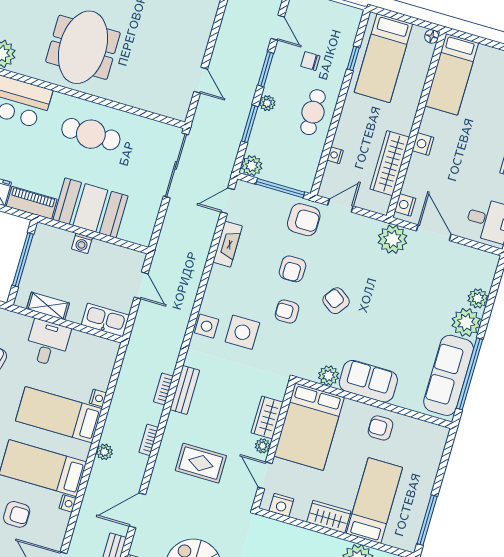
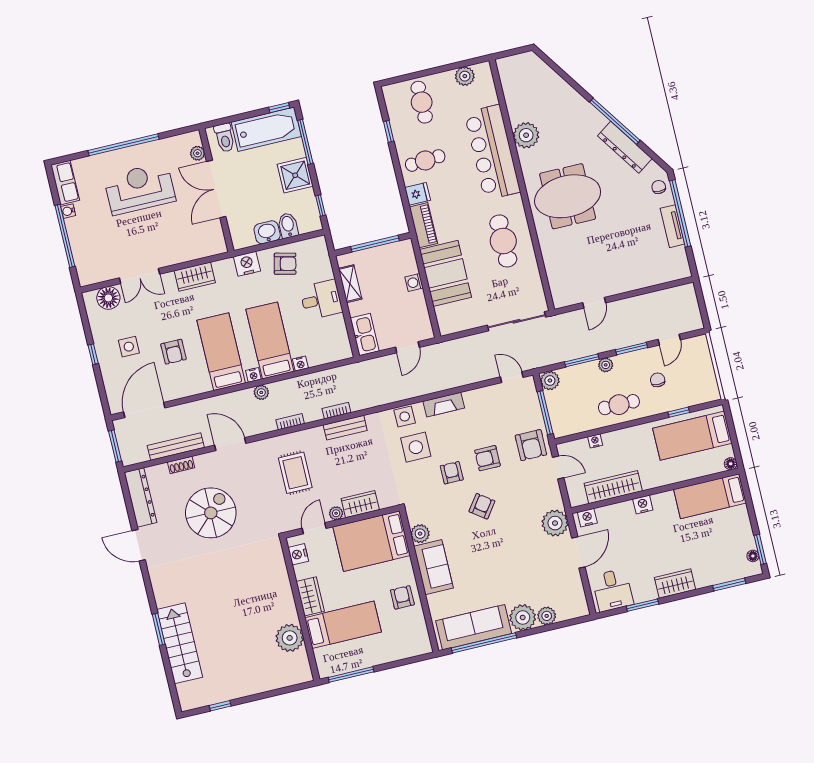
fireplace: (228, 244) -> (444, 405), moved
nightstand: (67, 503) -> (253, 375), moved

